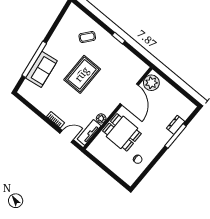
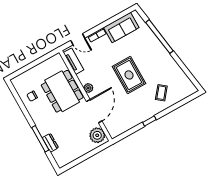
sofa: (41, 69) -> (121, 28), moved, turned -81
door: (129, 94) -> (94, 111), swing flipped
plant: (101, 118) -> (88, 88), moved
dining table: (122, 132) -> (62, 91), width x1.38
door: (67, 136) -> (78, 39), hinge flipped

